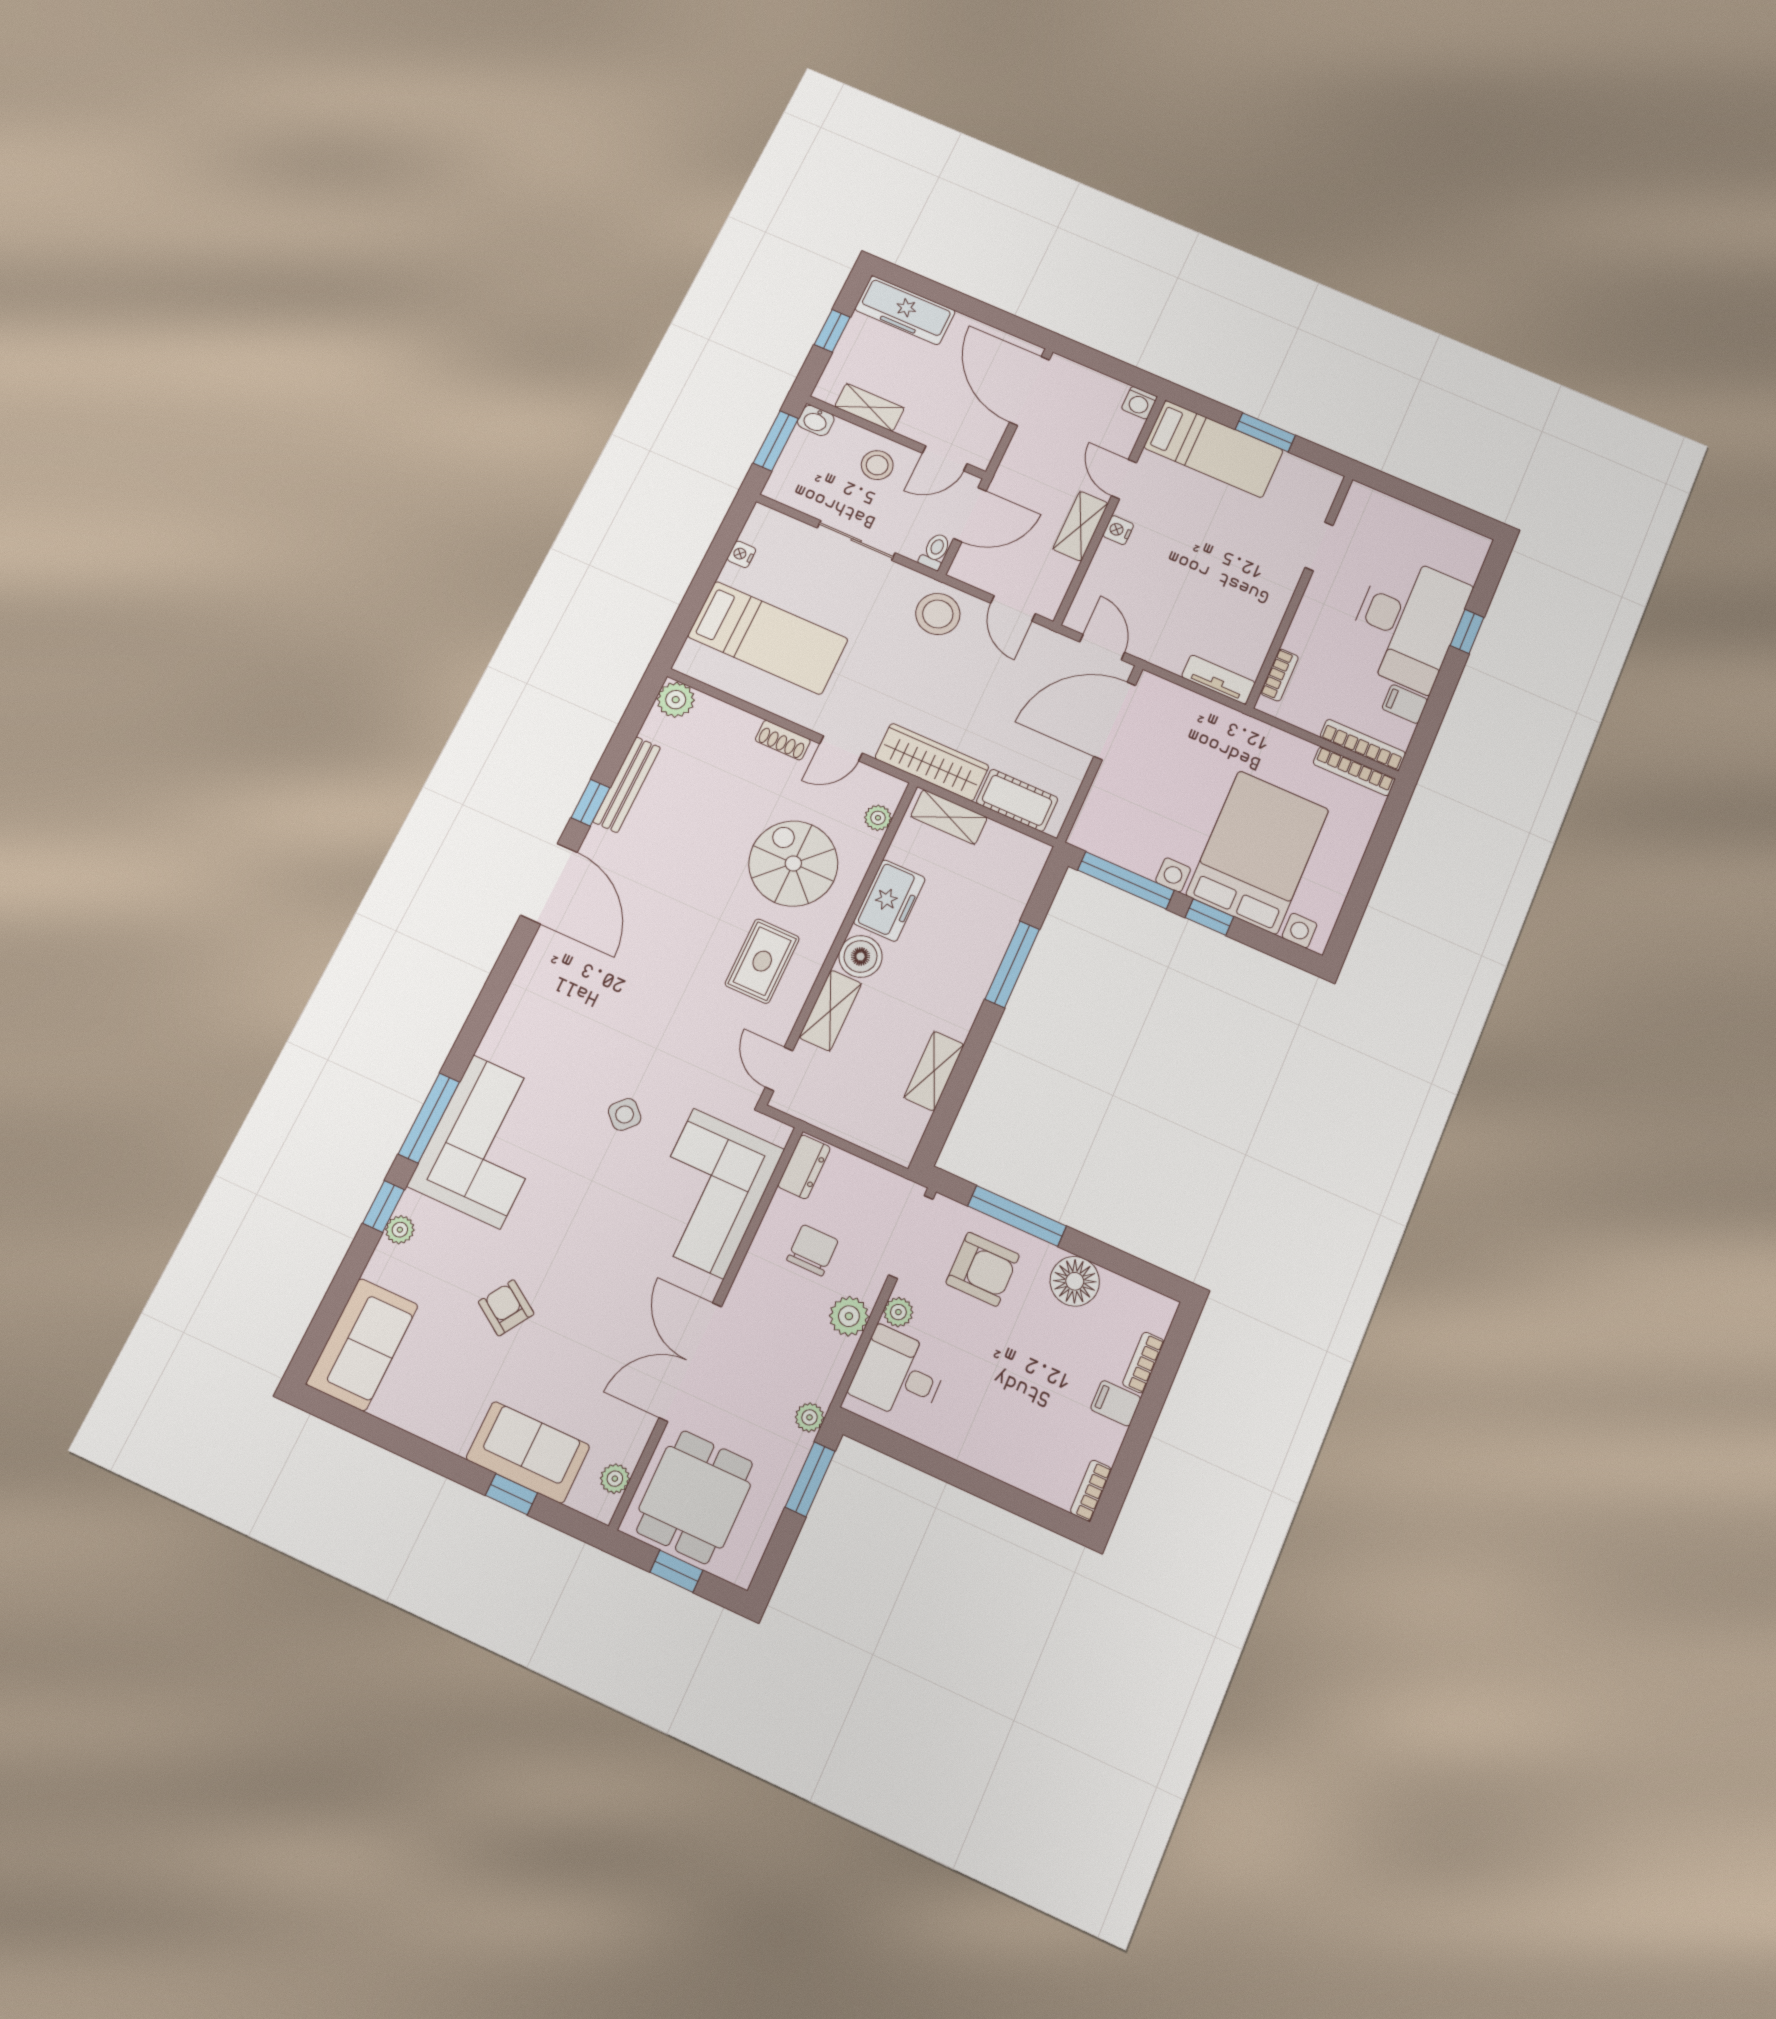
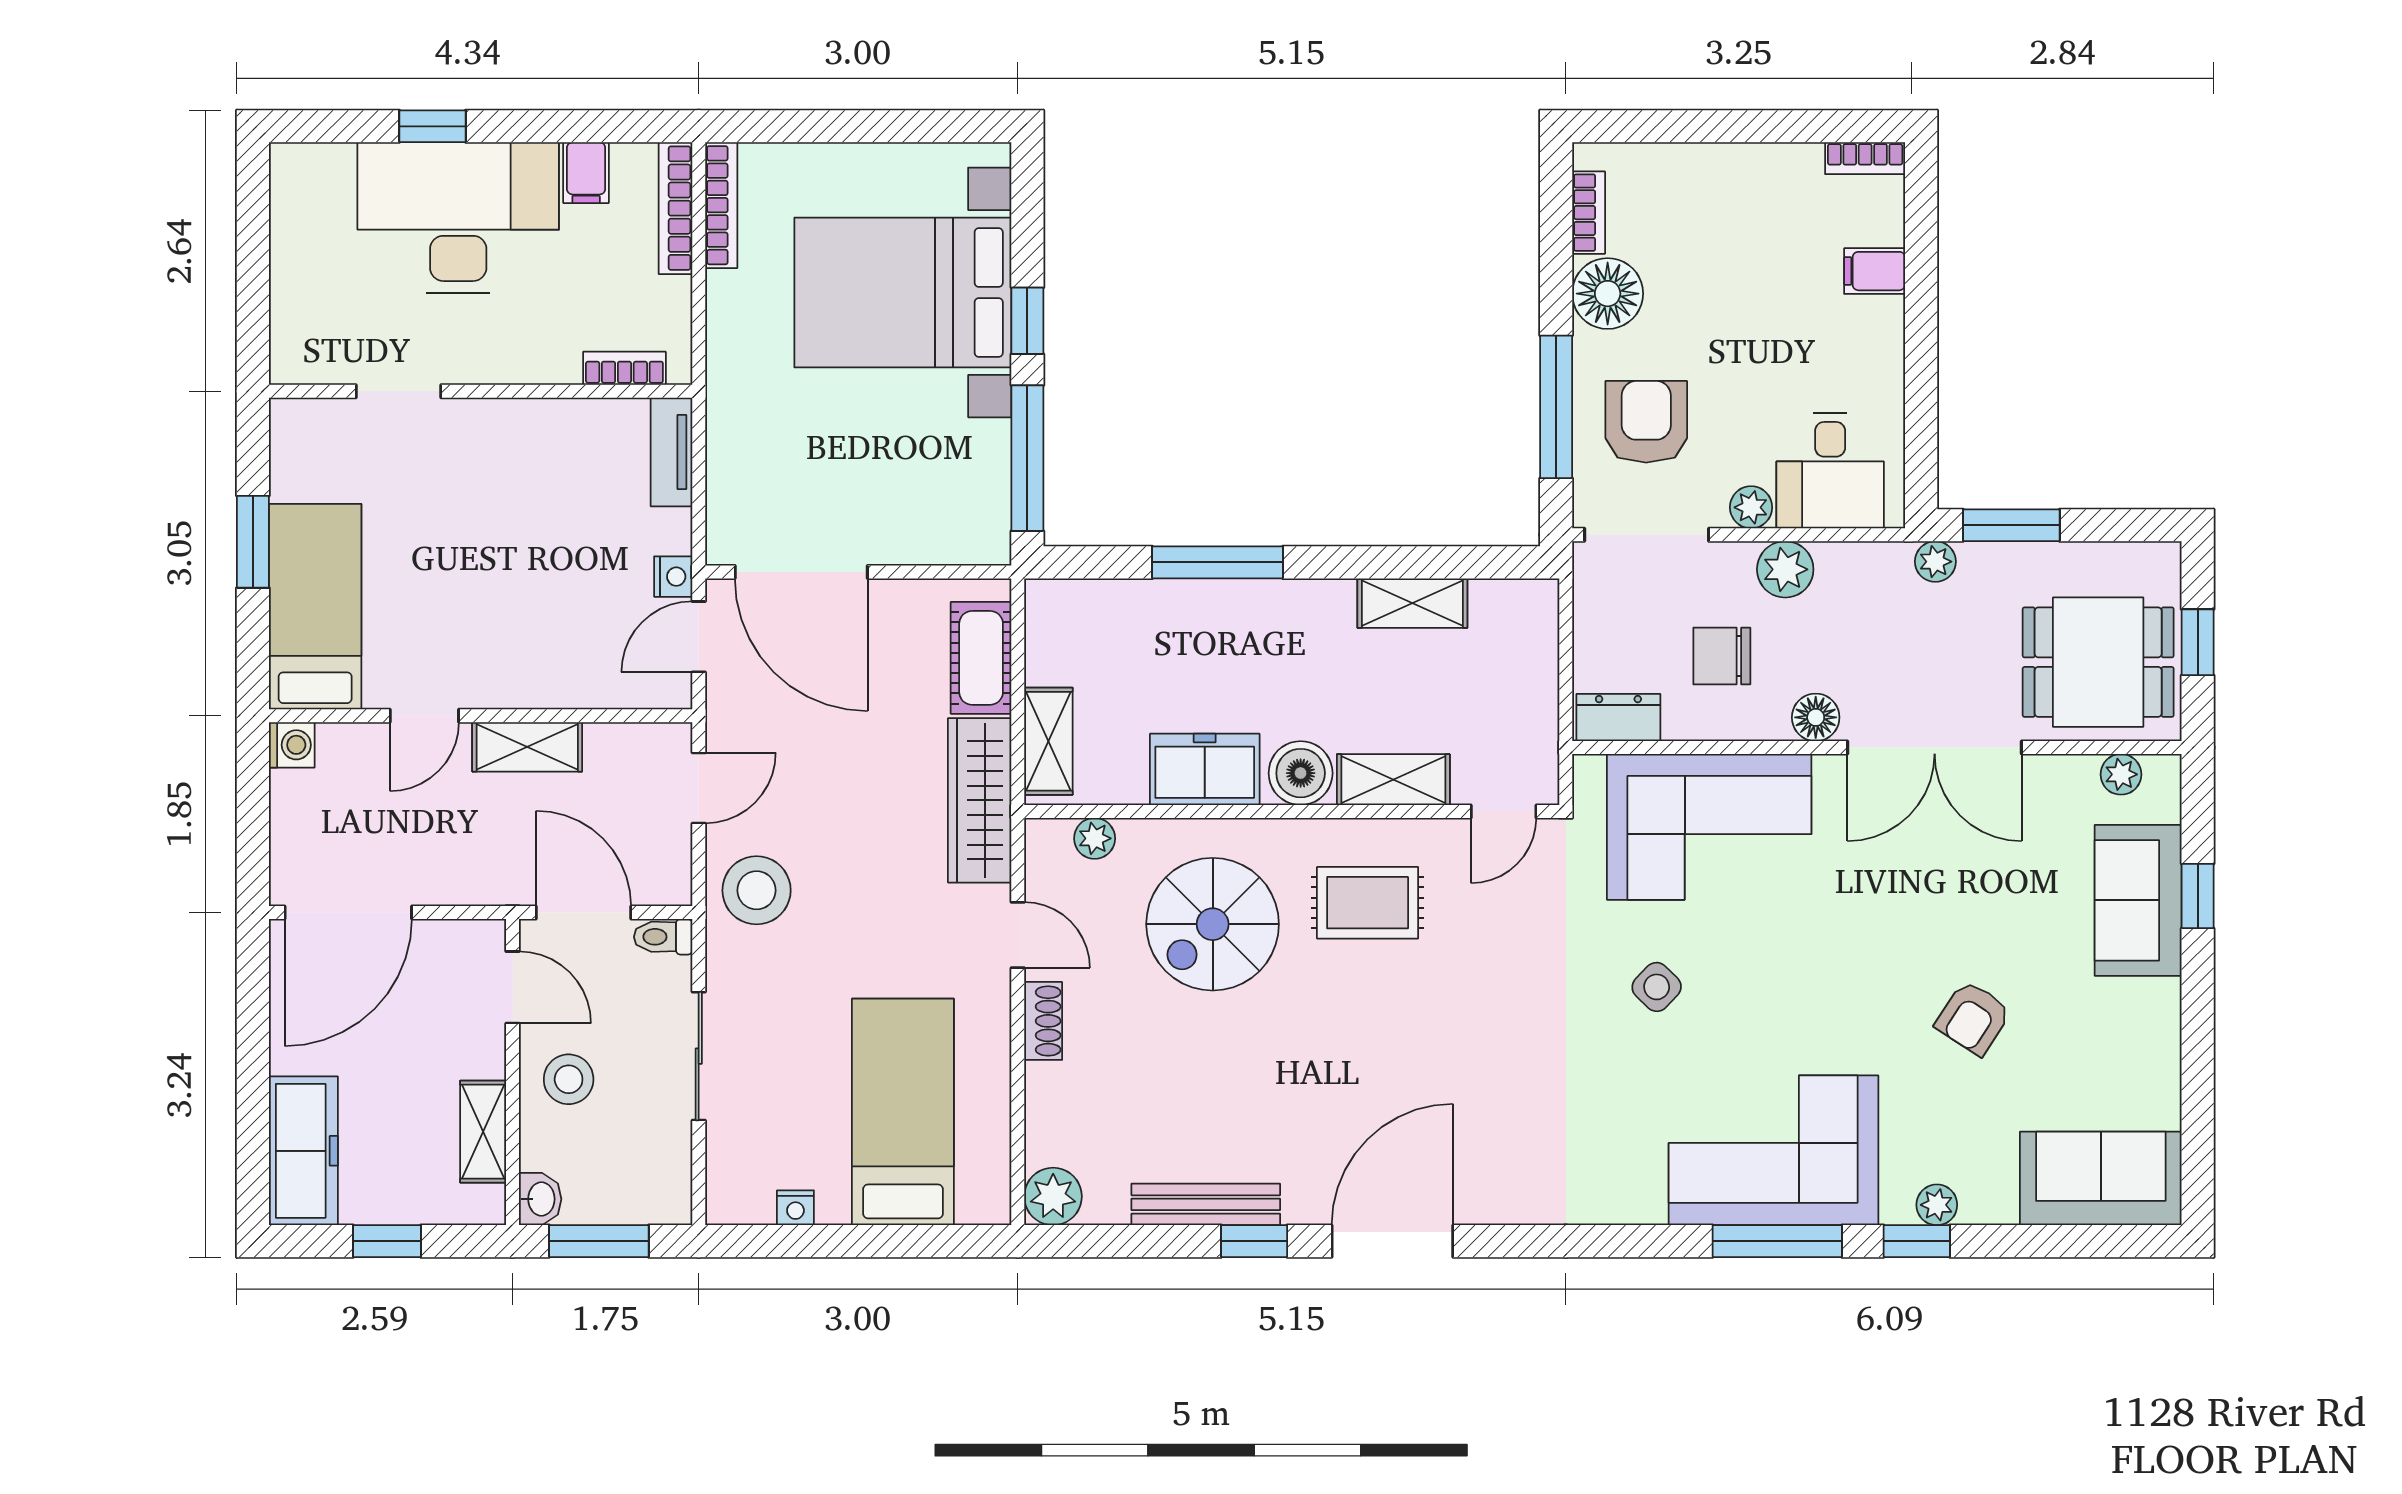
nightstand: (1118, 530) -> (673, 577), moved, turned -90
floor lamp: (746, 1293) -> (1816, 717), added
bookcase: (1143, 1362) -> (1589, 213), moved, turned -90
filing cabinet: (1116, 1403) -> (1875, 271), moved, turned 90

